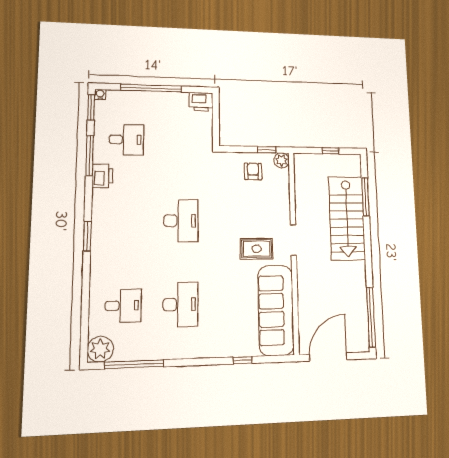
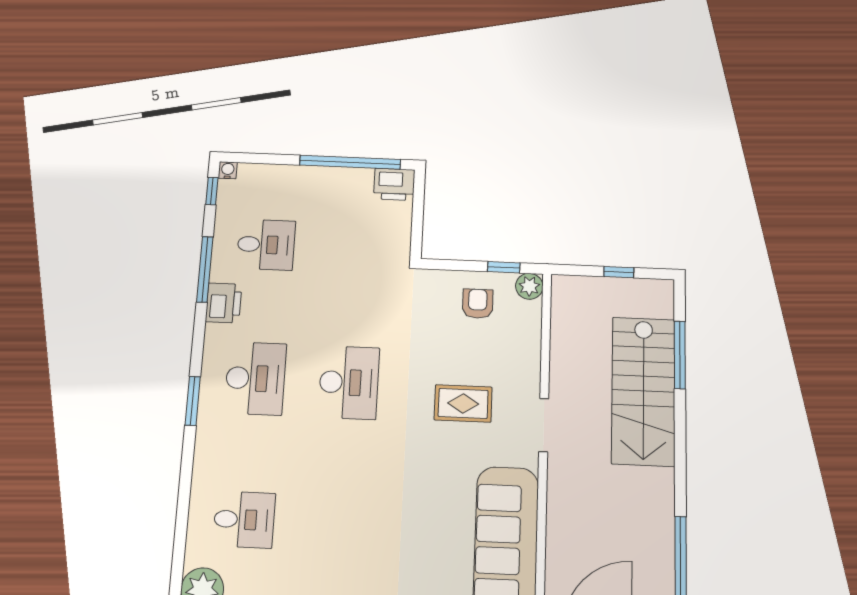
window: (151, 88) -> (350, 162), moved
window: (91, 107) -> (212, 191), width x0.67
rug: (257, 249) -> (463, 403), moved
desk: (181, 304) -> (255, 378), moved

